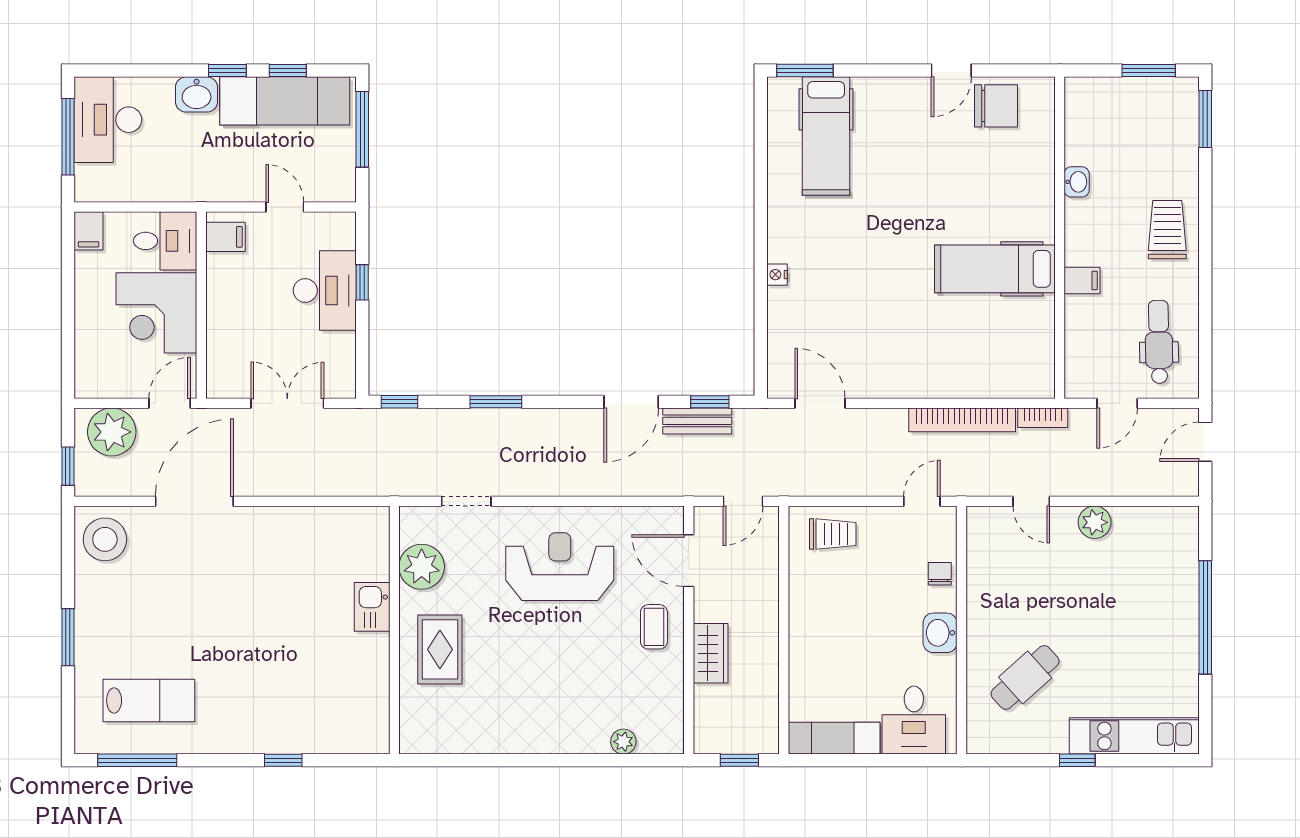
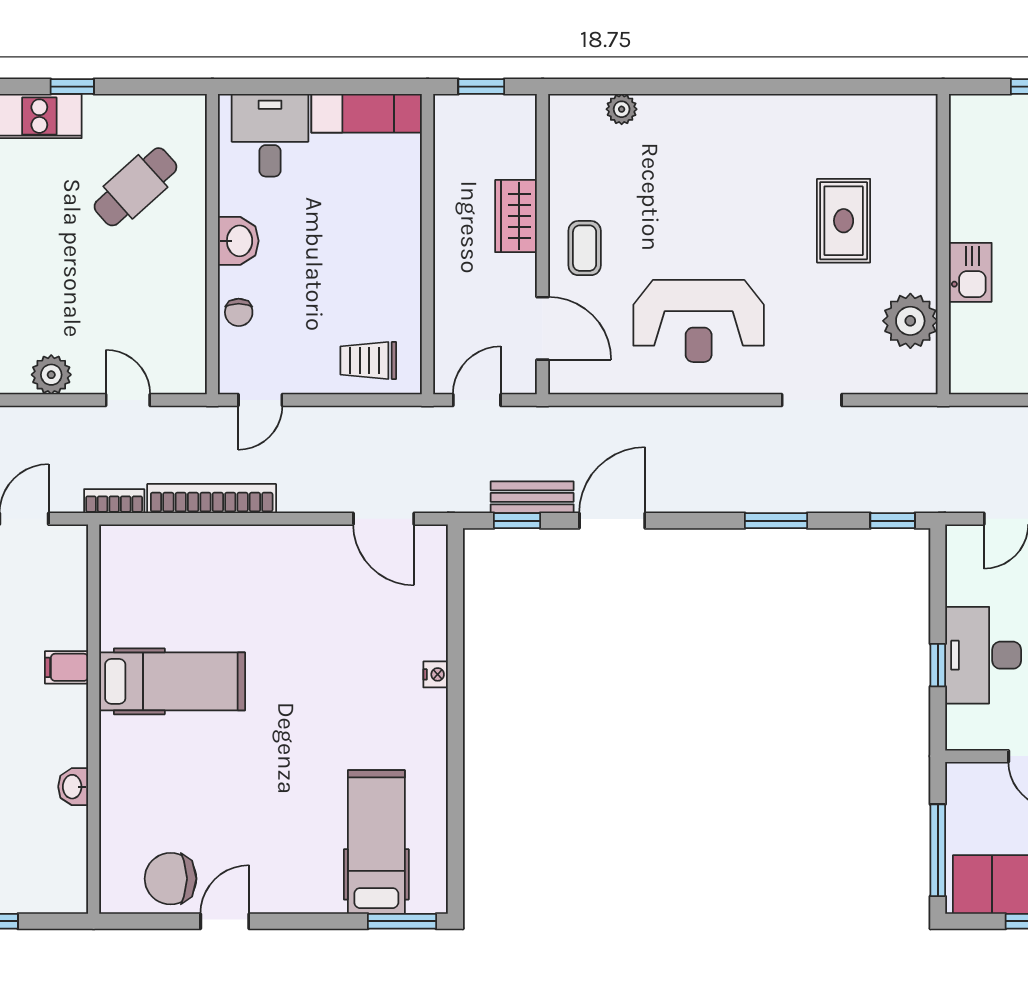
plant: (422, 567) -> (910, 321), moved
kitchen sink: (372, 607) -> (970, 272), moved
wall: (394, 630) -> (943, 244), moved

